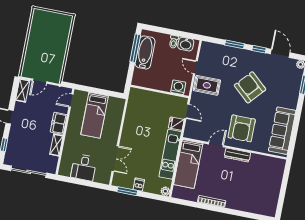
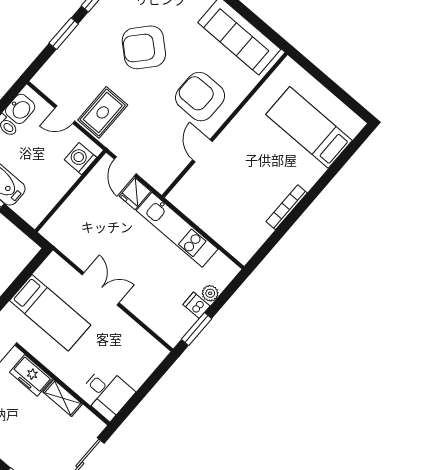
door: (187, 111) -> (125, 166), swing flipped
armchair: (242, 128) -> (200, 97), turned 180
dresser: (237, 155) -> (237, 127), removed
double door: (115, 159) -> (101, 289), moved
bed: (188, 164) -> (309, 127), moved, turned 180
desk: (84, 167) -> (107, 393), moved
plant: (165, 191) -> (210, 293), moved

